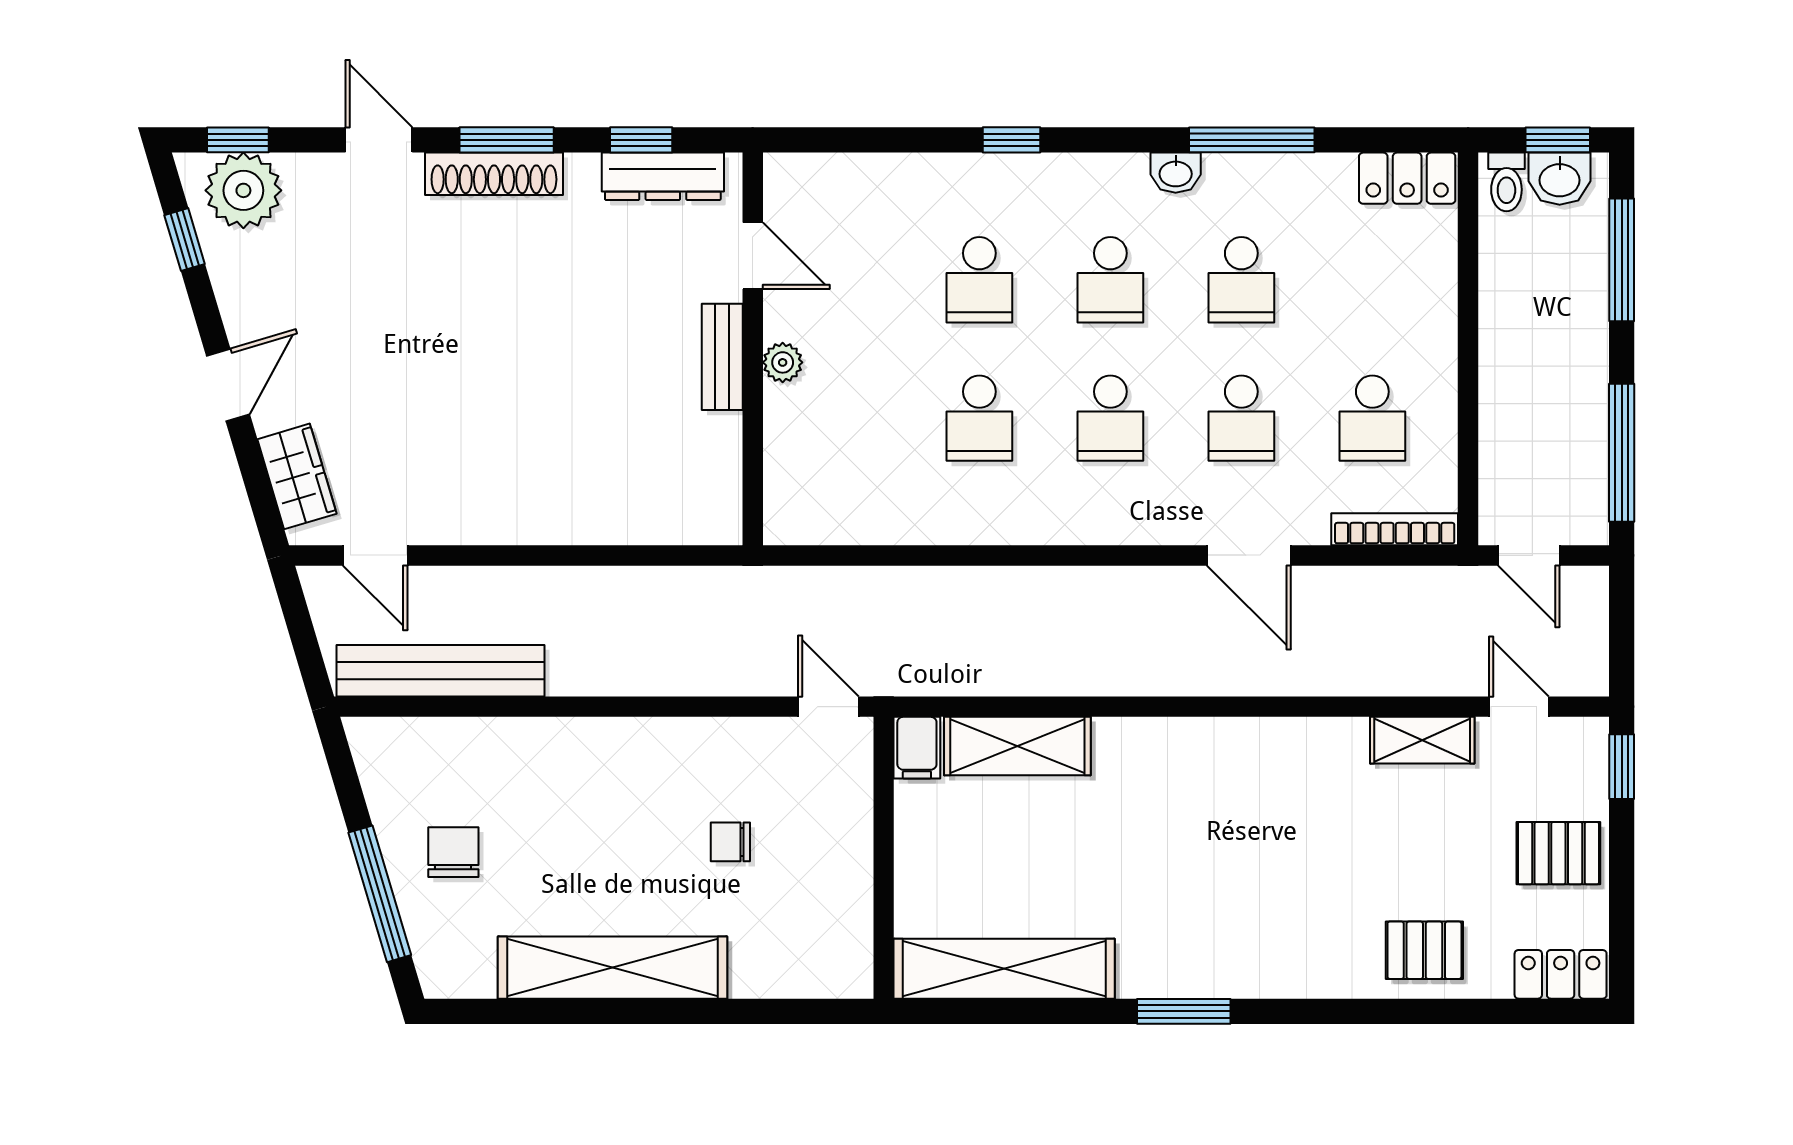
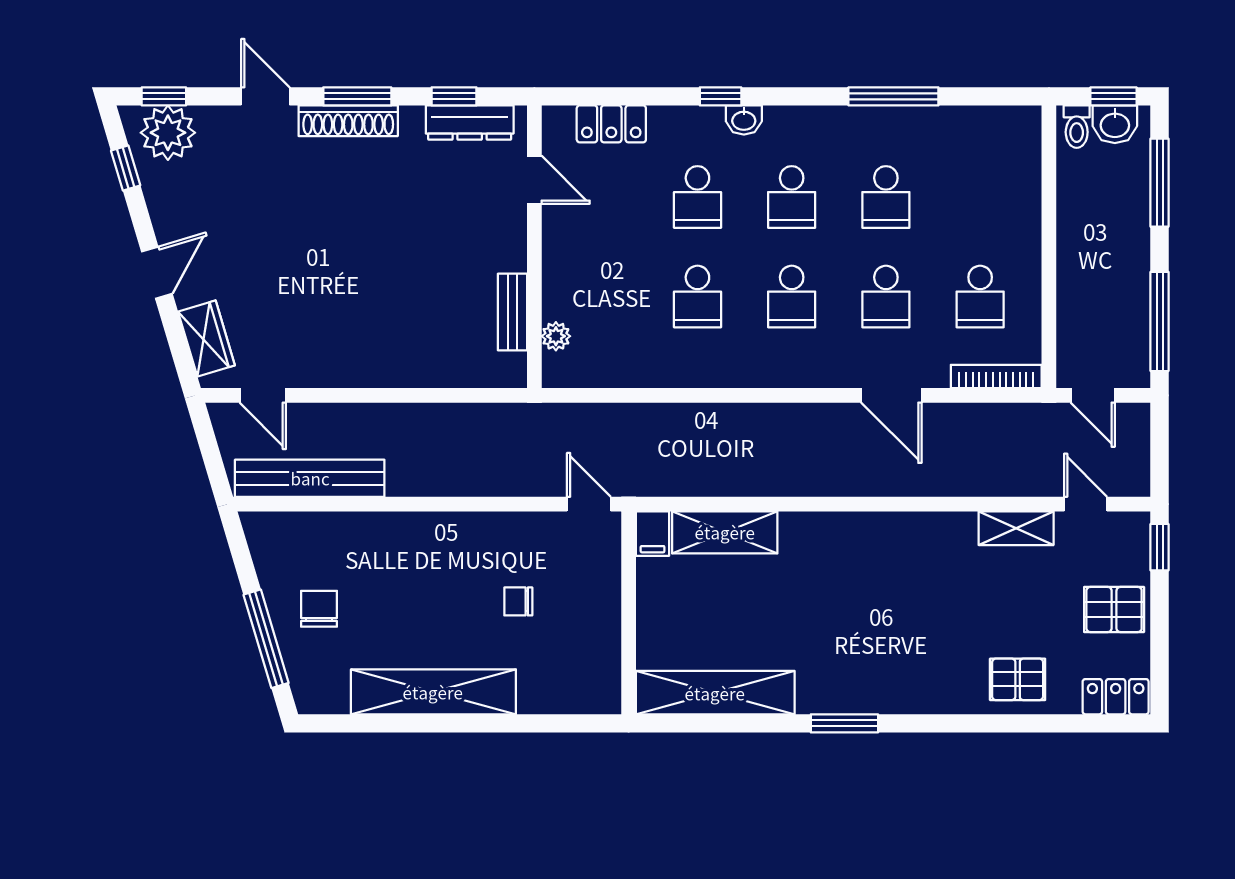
washbasin: (1176, 173) -> (744, 120), moved
locker: (1407, 178) -> (611, 124), moved
bench: (722, 357) -> (512, 312), moved
plant: (783, 362) -> (556, 336), moved

